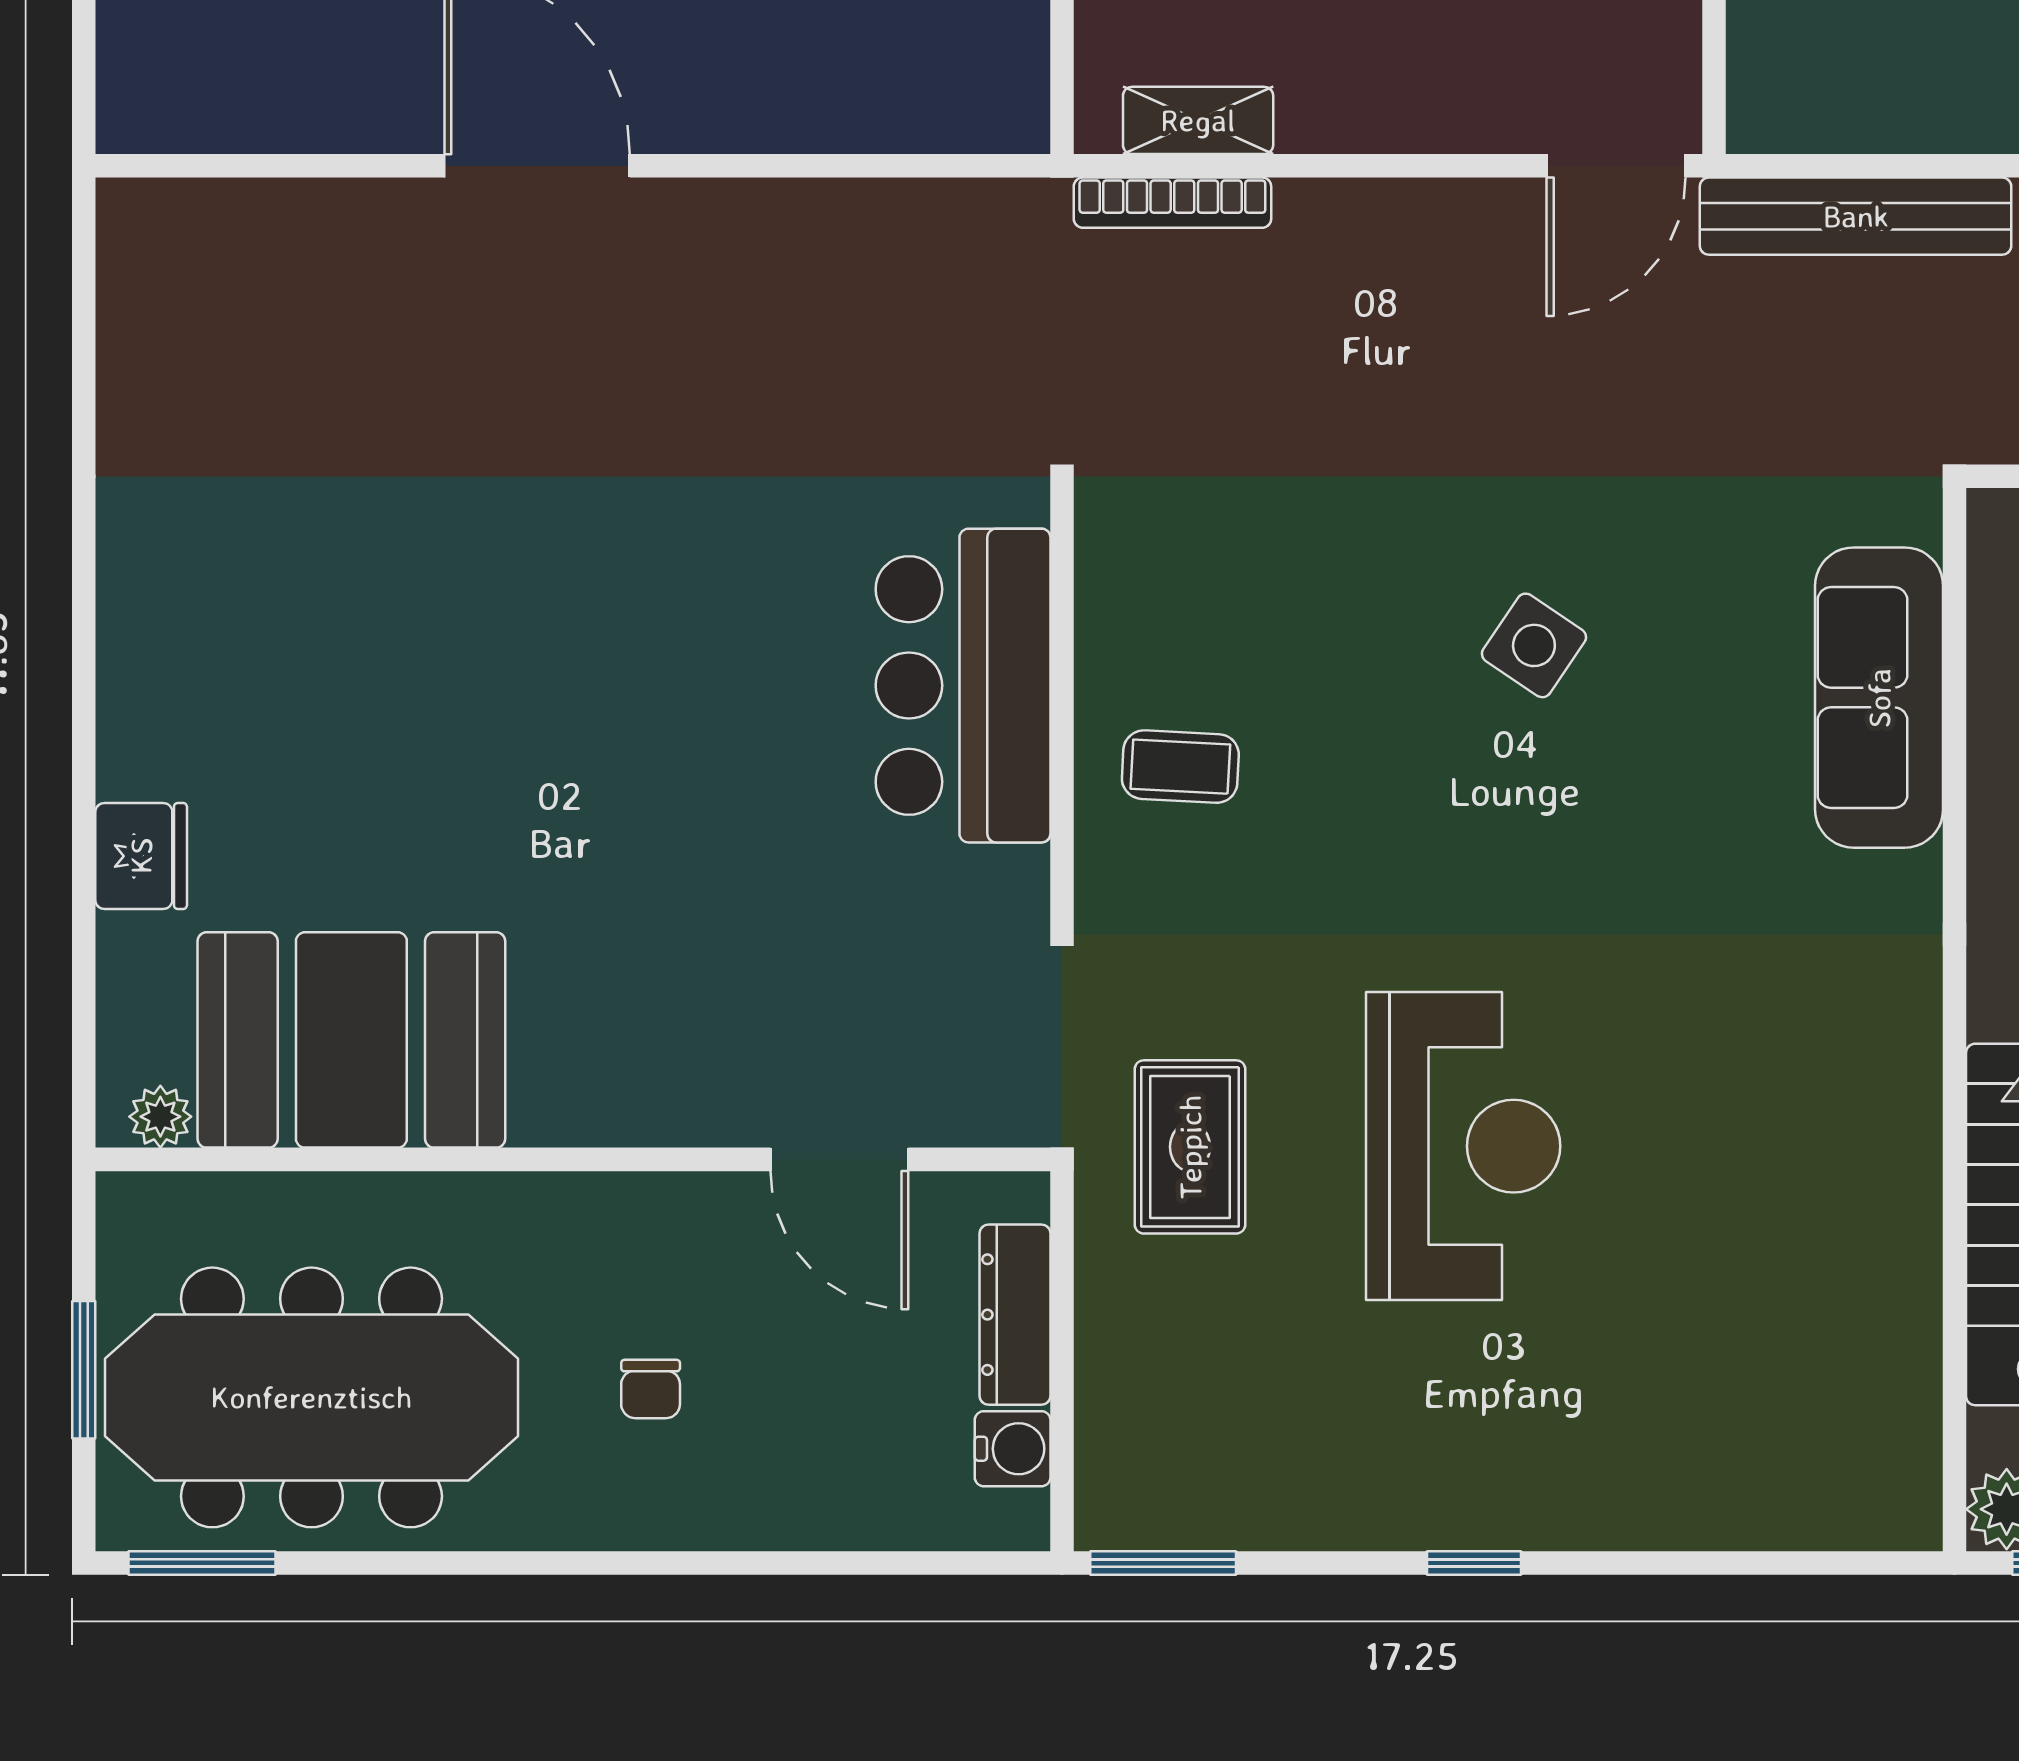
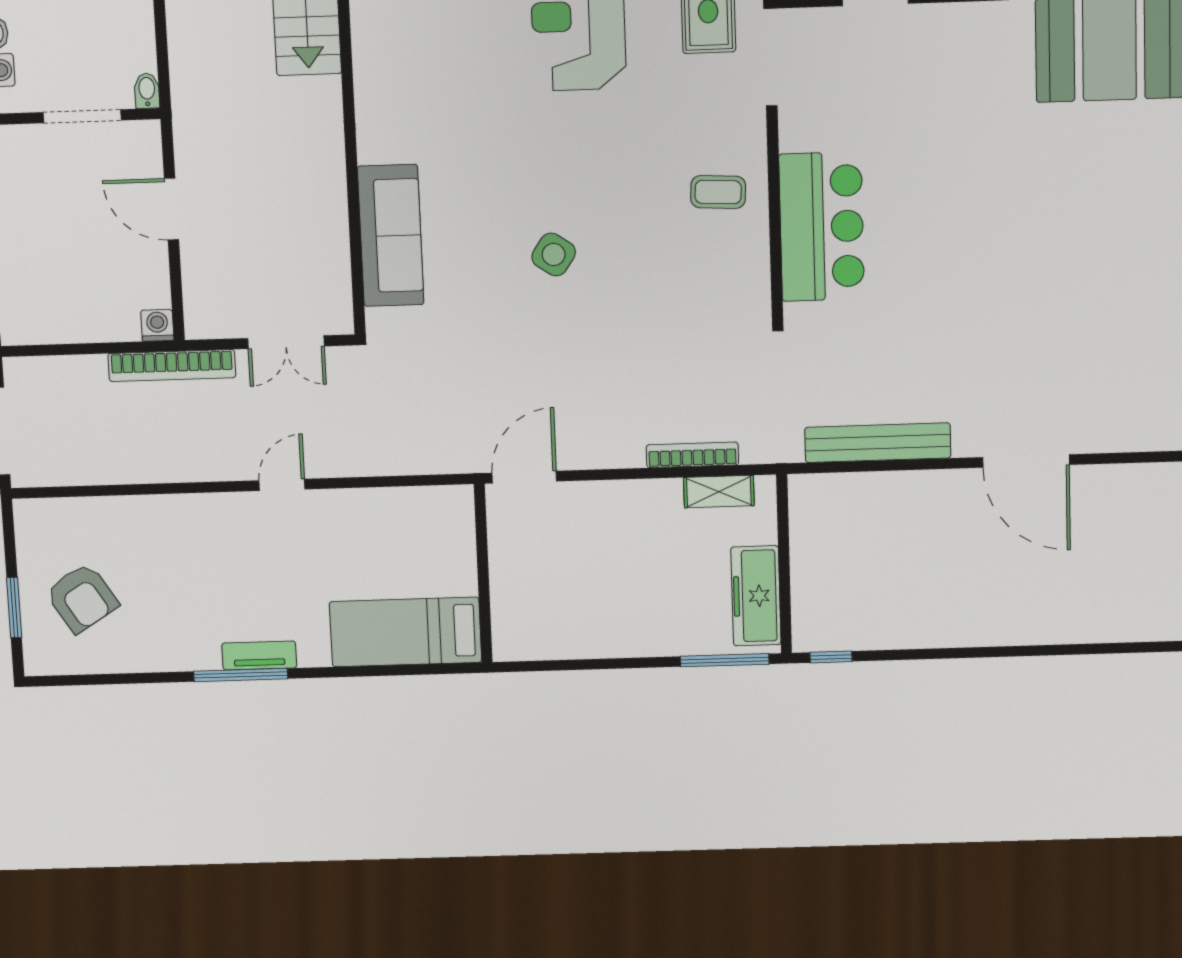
bookcase: (1172, 203) -> (692, 455), moved
bench: (1856, 216) -> (878, 443), moved

